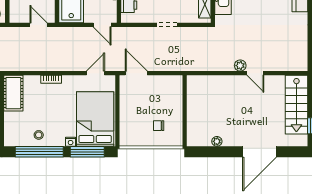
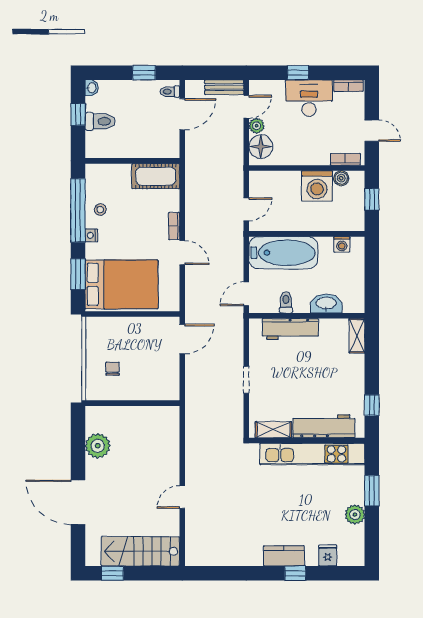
plant: (240, 66) -> (192, 477), removed
door: (96, 73) -> (182, 253), moved
plant: (217, 141) -> (98, 446), width x1.88, depth x1.88
nightstand: (71, 142) -> (91, 235), moved
window: (87, 152) -> (78, 274), width x0.69

